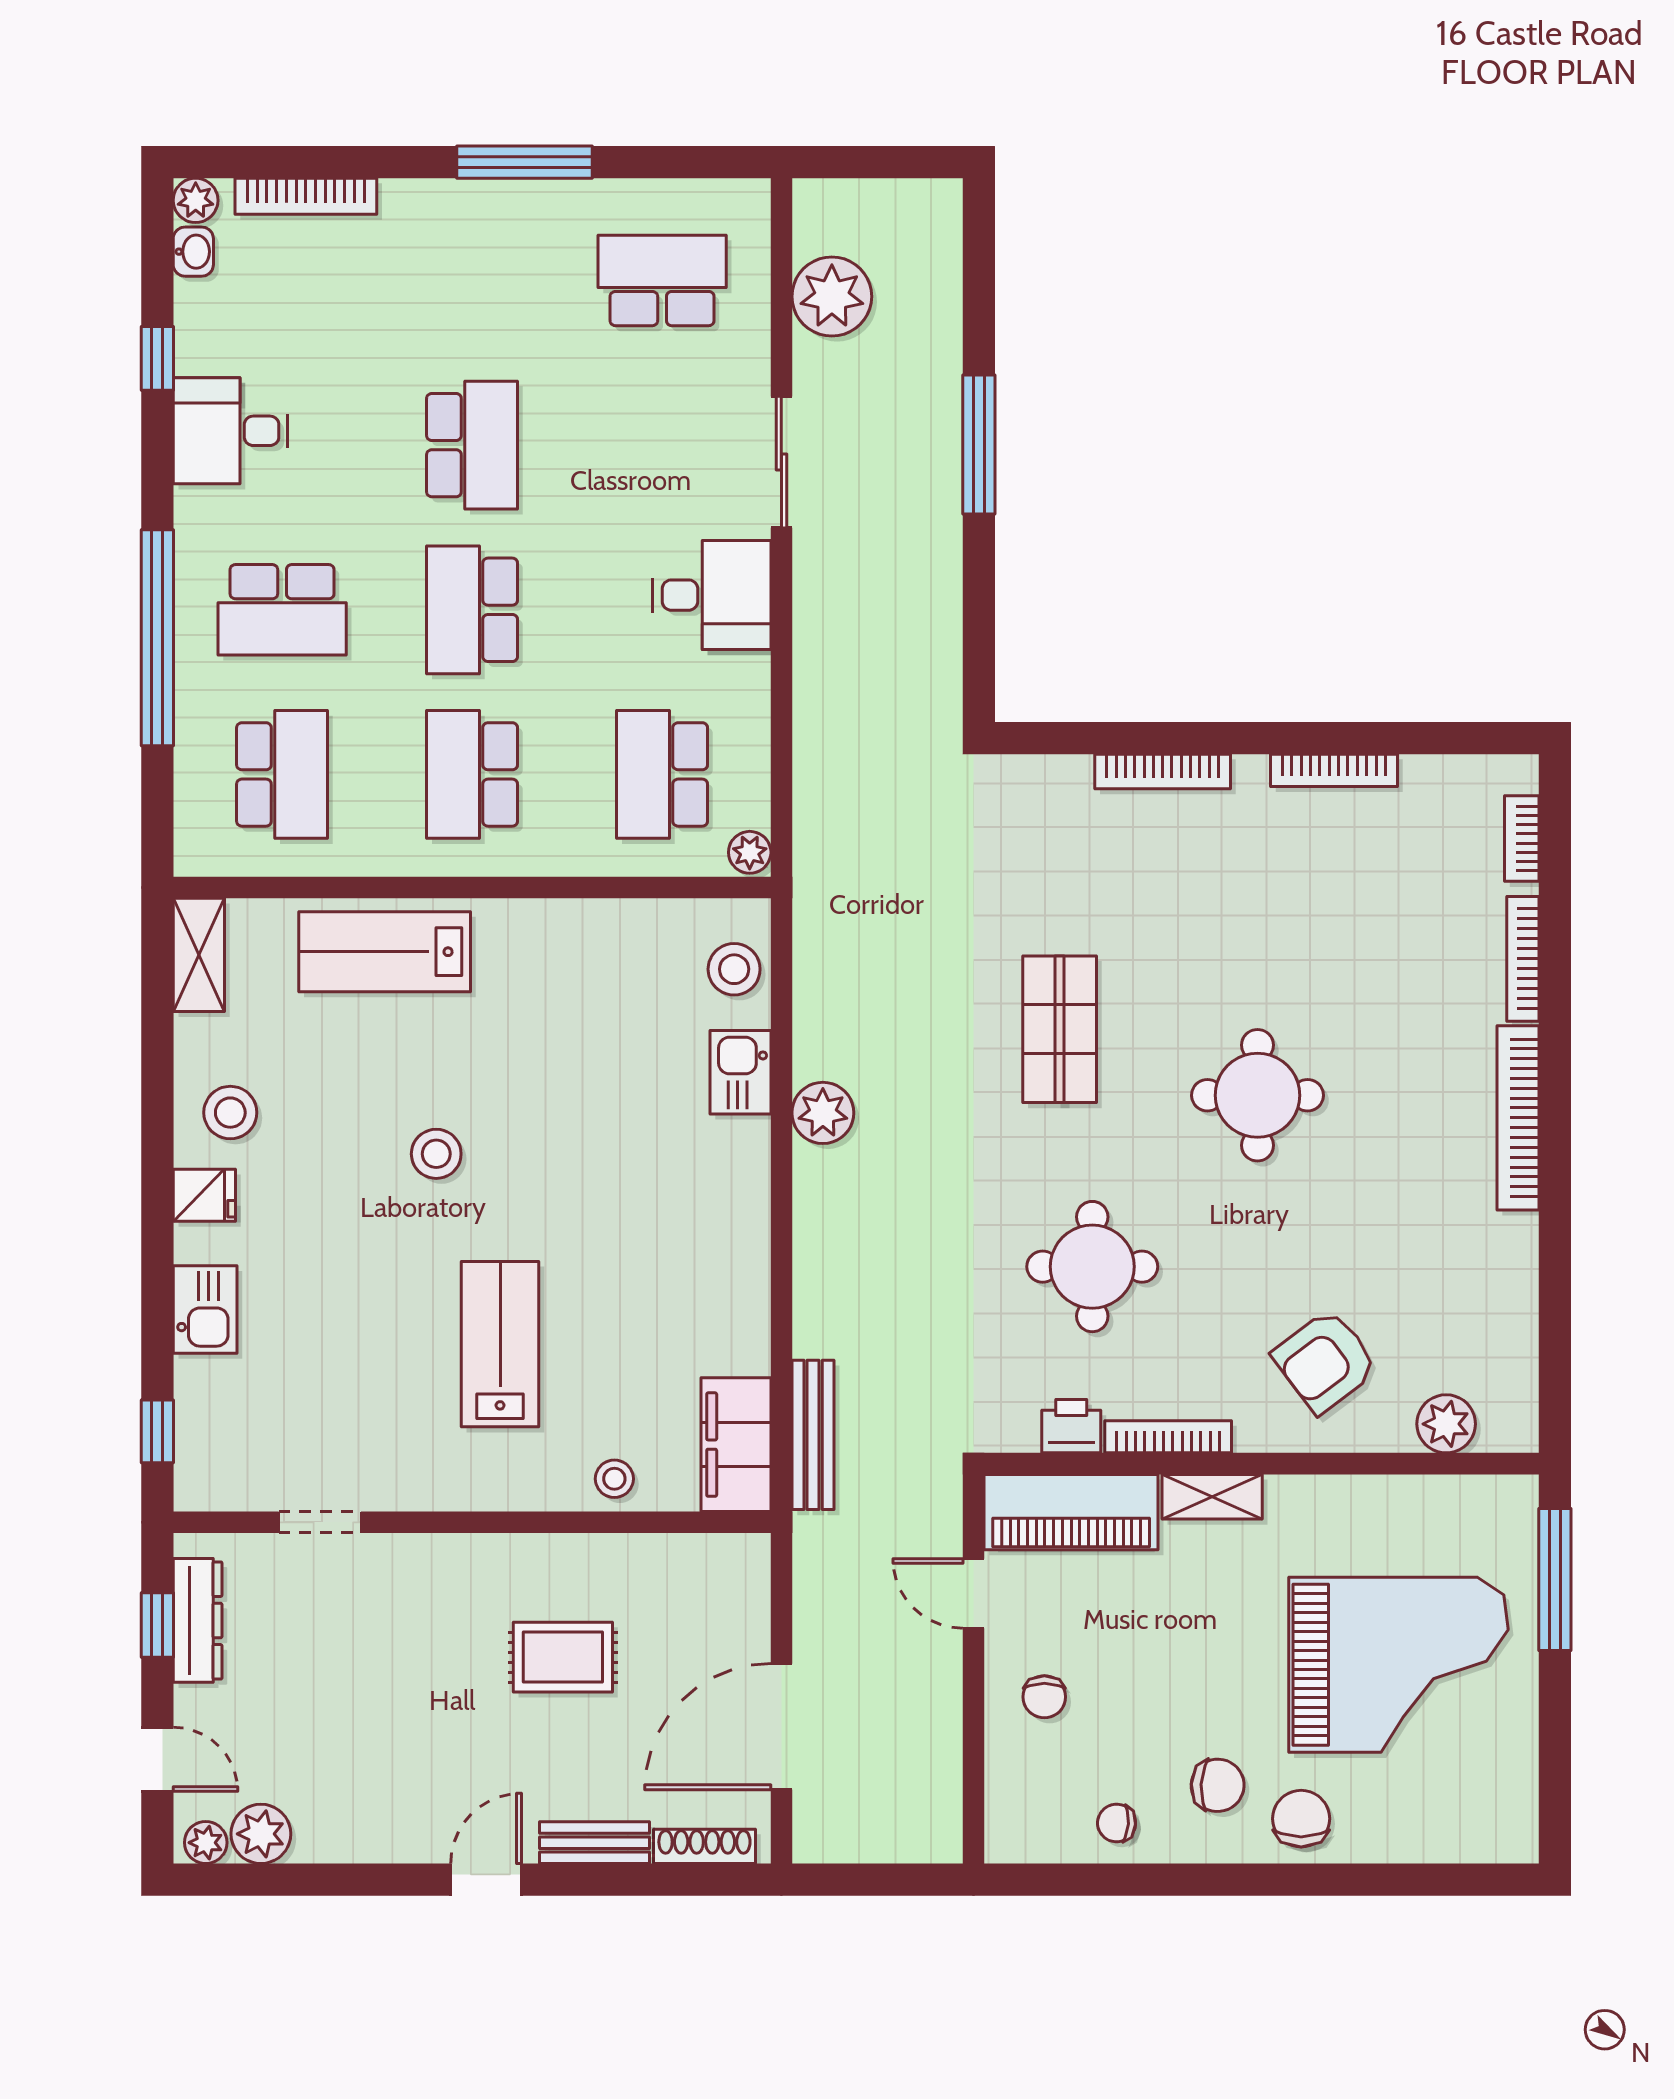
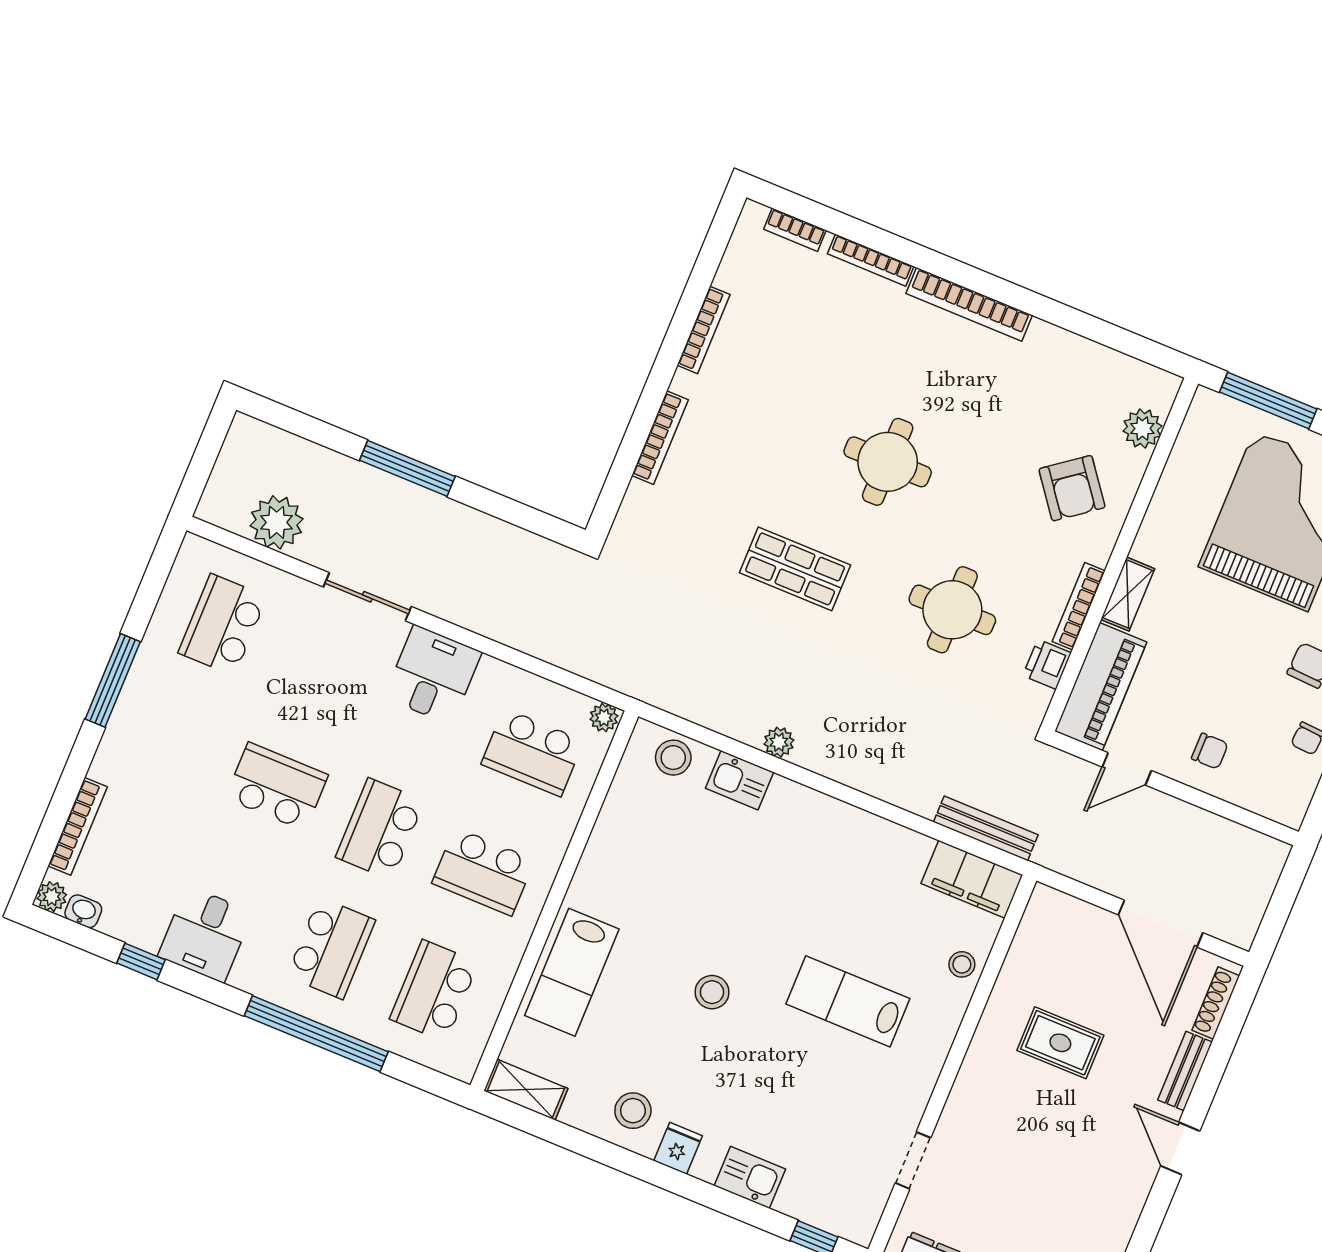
school desk: (472, 610) -> (380, 829), turned 90
school desk: (282, 774) -> (434, 991), turned -90
plant: (823, 1113) -> (779, 742), width x0.73, depth x0.73
rug: (563, 1657) -> (1060, 1043), turned 90

